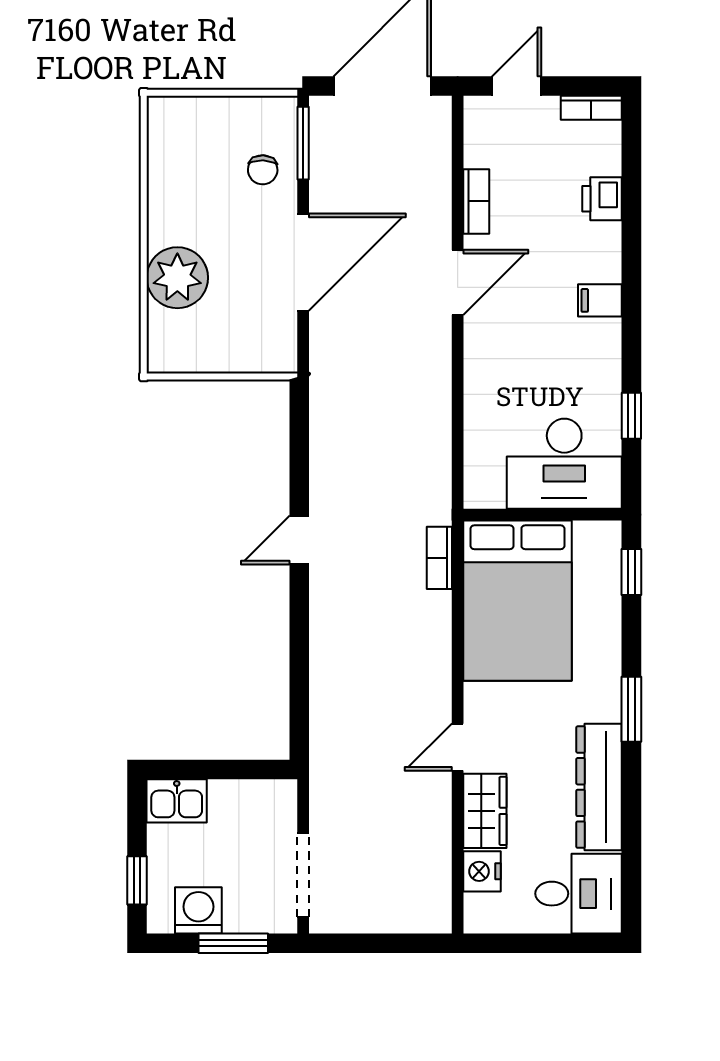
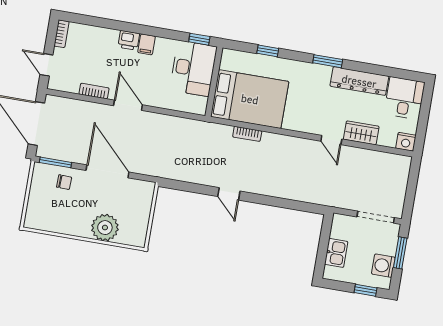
printer: (602, 199) -> (129, 40), moved
desk: (564, 464) -> (193, 68), moved
wall: (543, 515) -> (214, 82), moved
bed: (517, 601) -> (250, 99), moved
kitchen sink: (177, 801) -> (336, 253), moved
nightstand: (482, 871) -> (406, 142), moved

